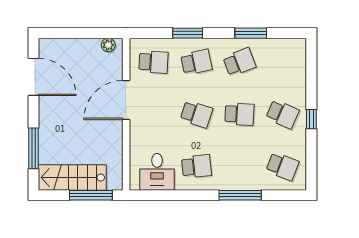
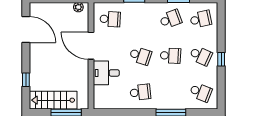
school desk: (196, 62) -> (201, 19), moved
door: (126, 100) -> (91, 46), hinge flipped
window: (33, 148) -> (26, 80), width x0.46
desk: (157, 172) -> (106, 73), moved, turned 90

